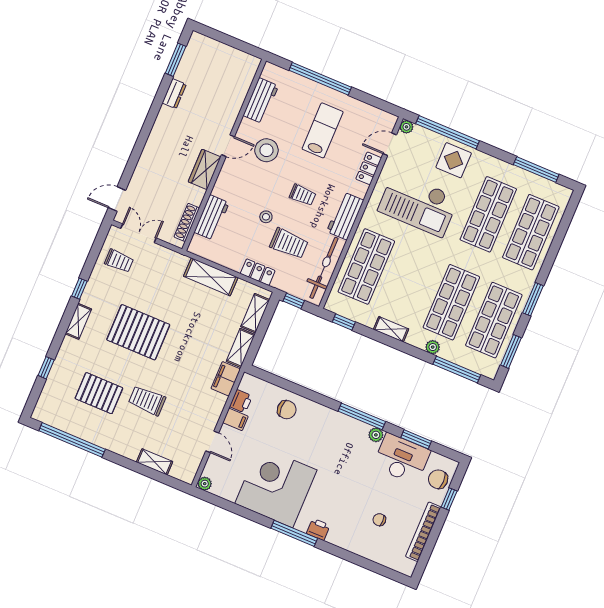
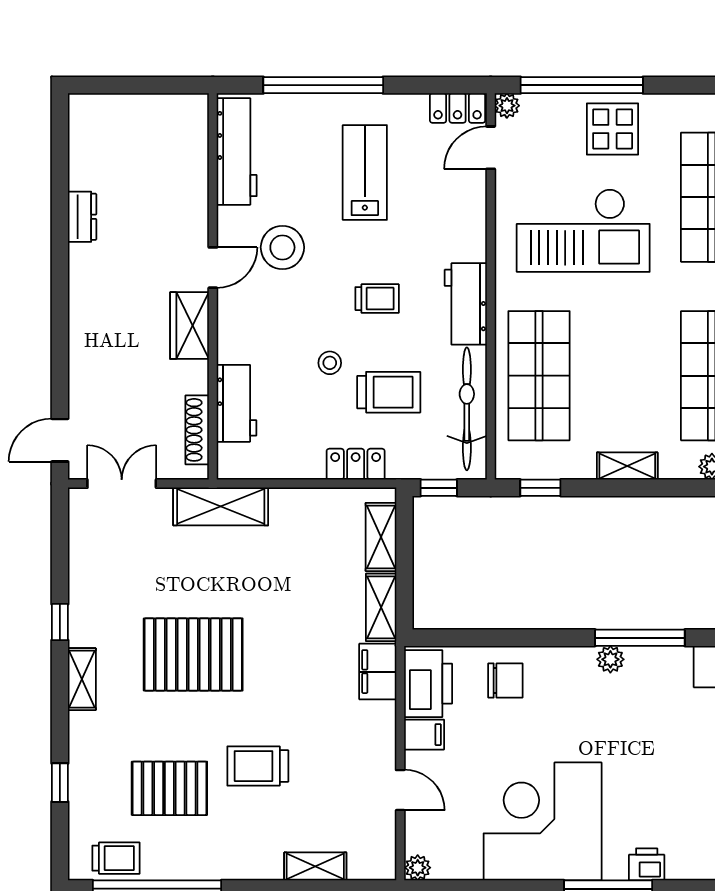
window: (176, 60) -> (60, 157), removed
workbench: (261, 101) -> (237, 151), width x1.37
locker: (369, 168) -> (458, 108), moved, turned -90
trolley: (119, 261) -> (116, 858), moved
shelving: (211, 277) -> (221, 506), moved
printer: (241, 401) -> (428, 684), width x1.87, depth x1.48
plant: (376, 435) -> (610, 659), moved

